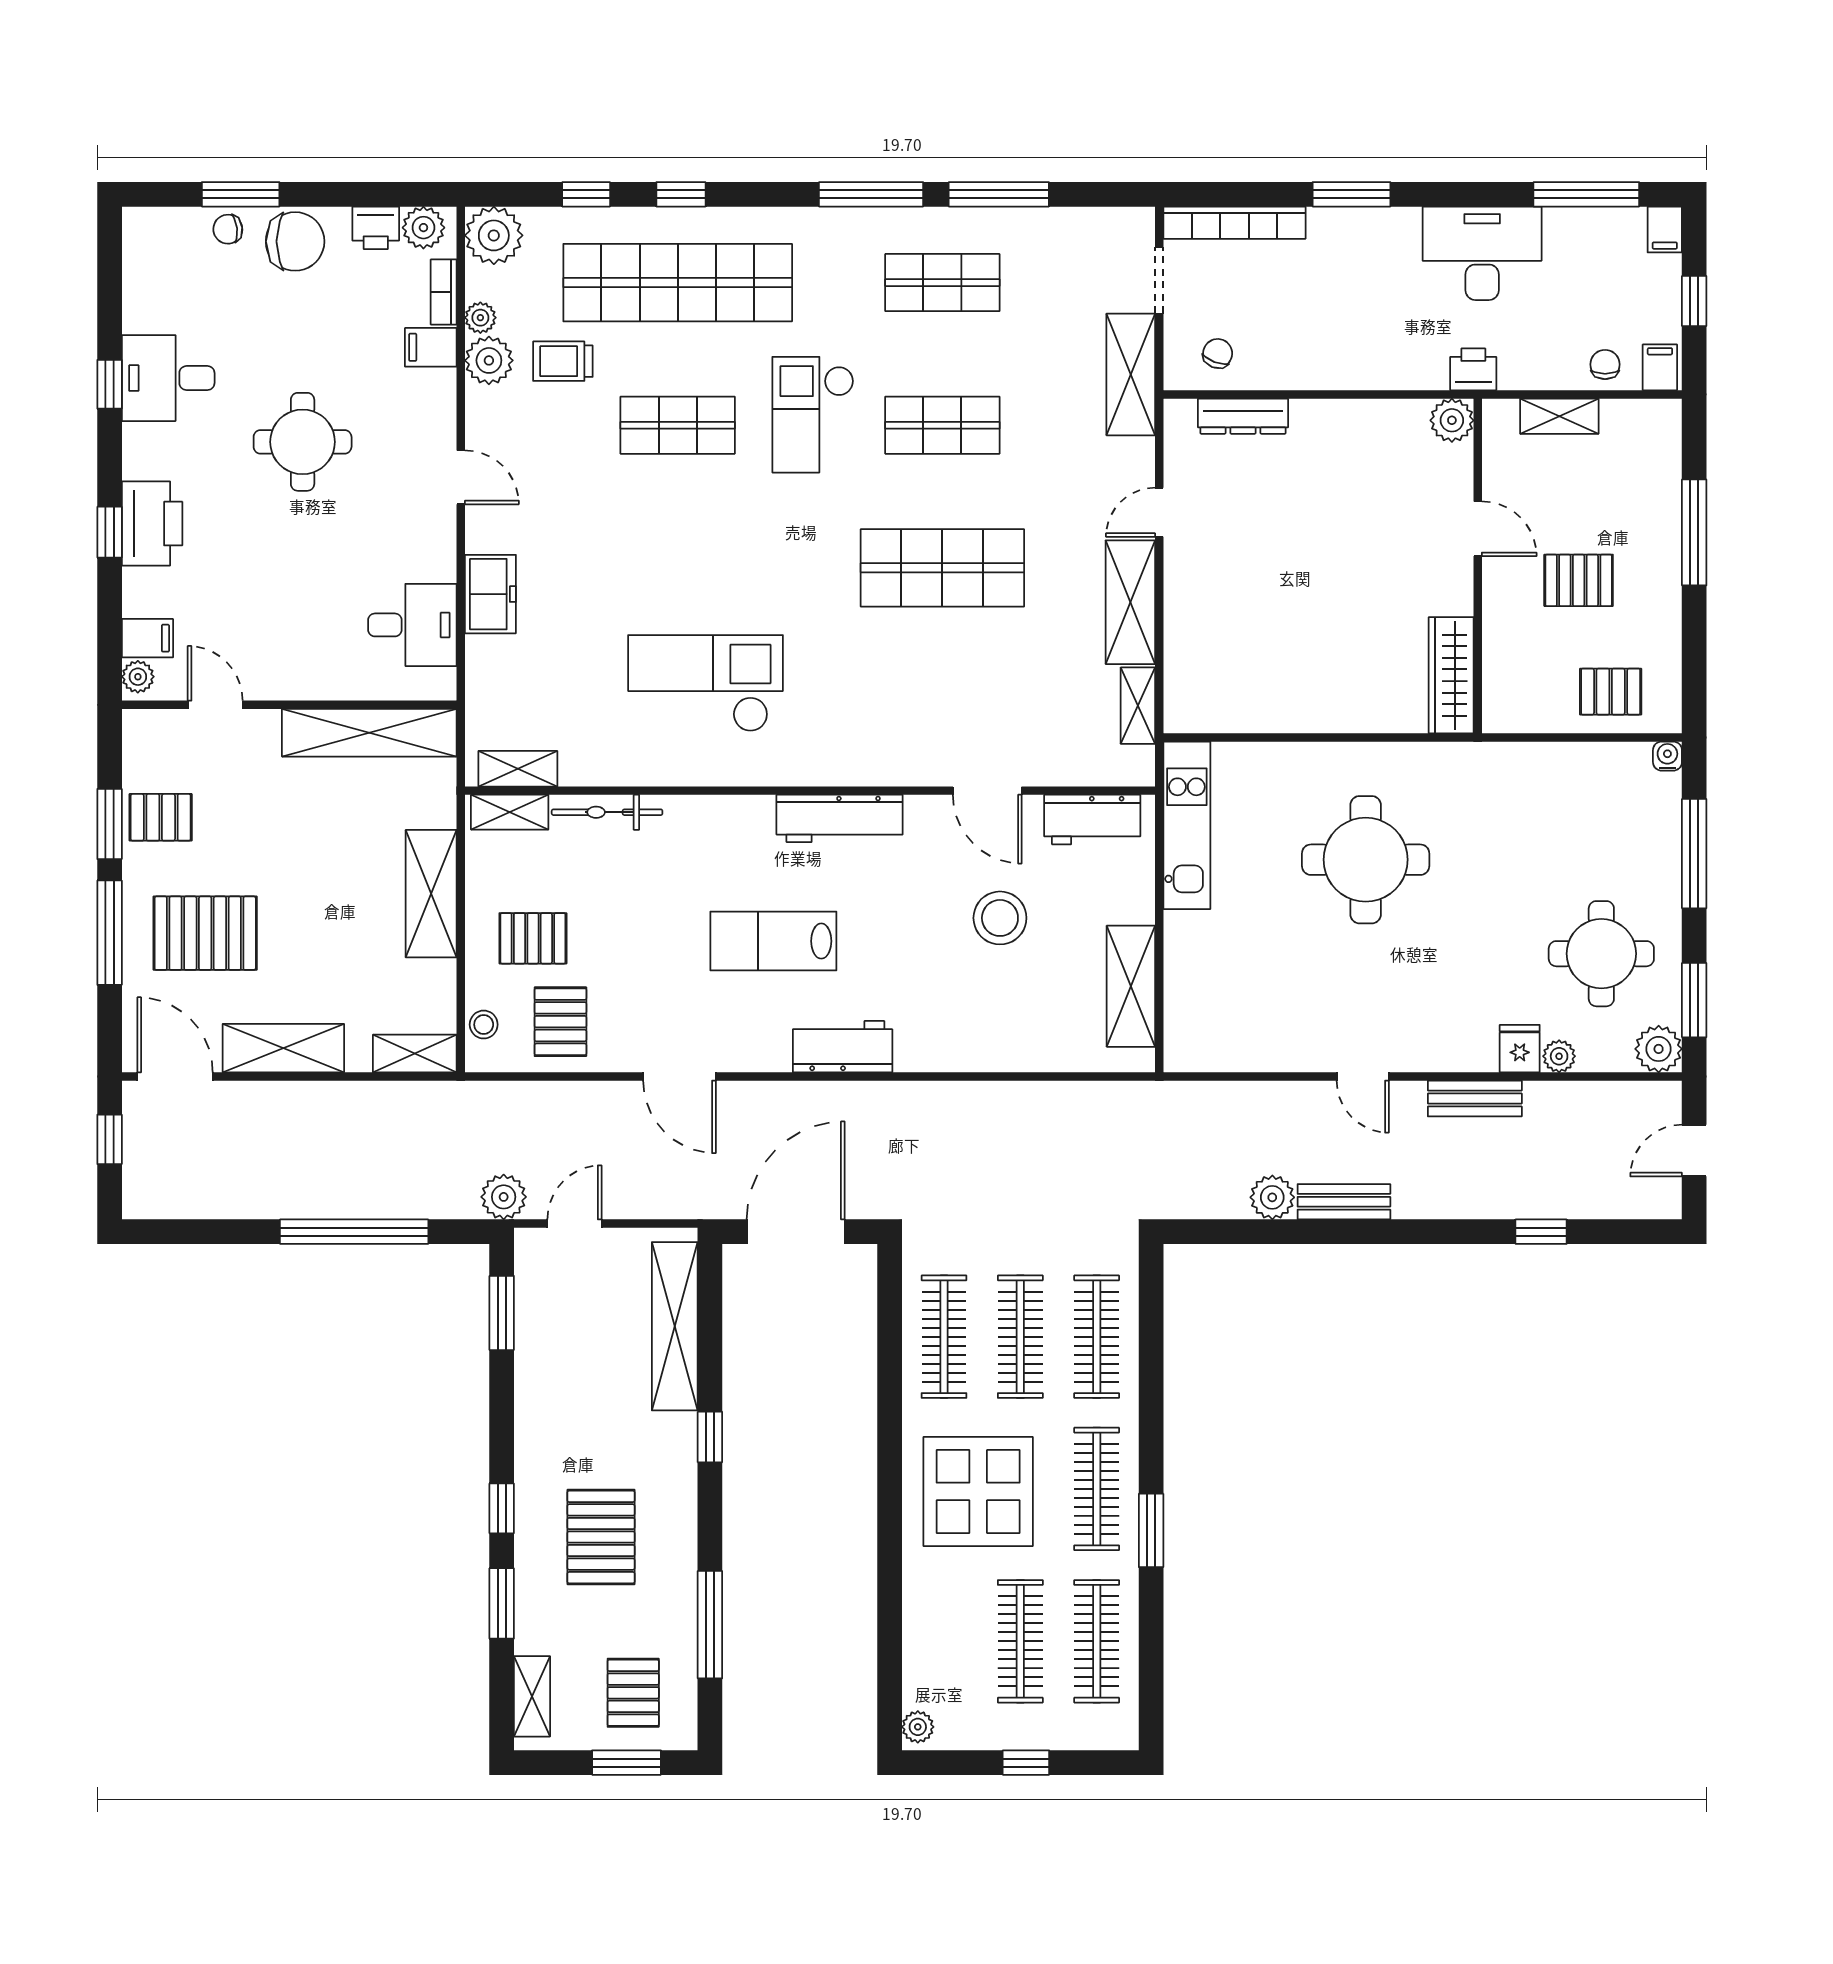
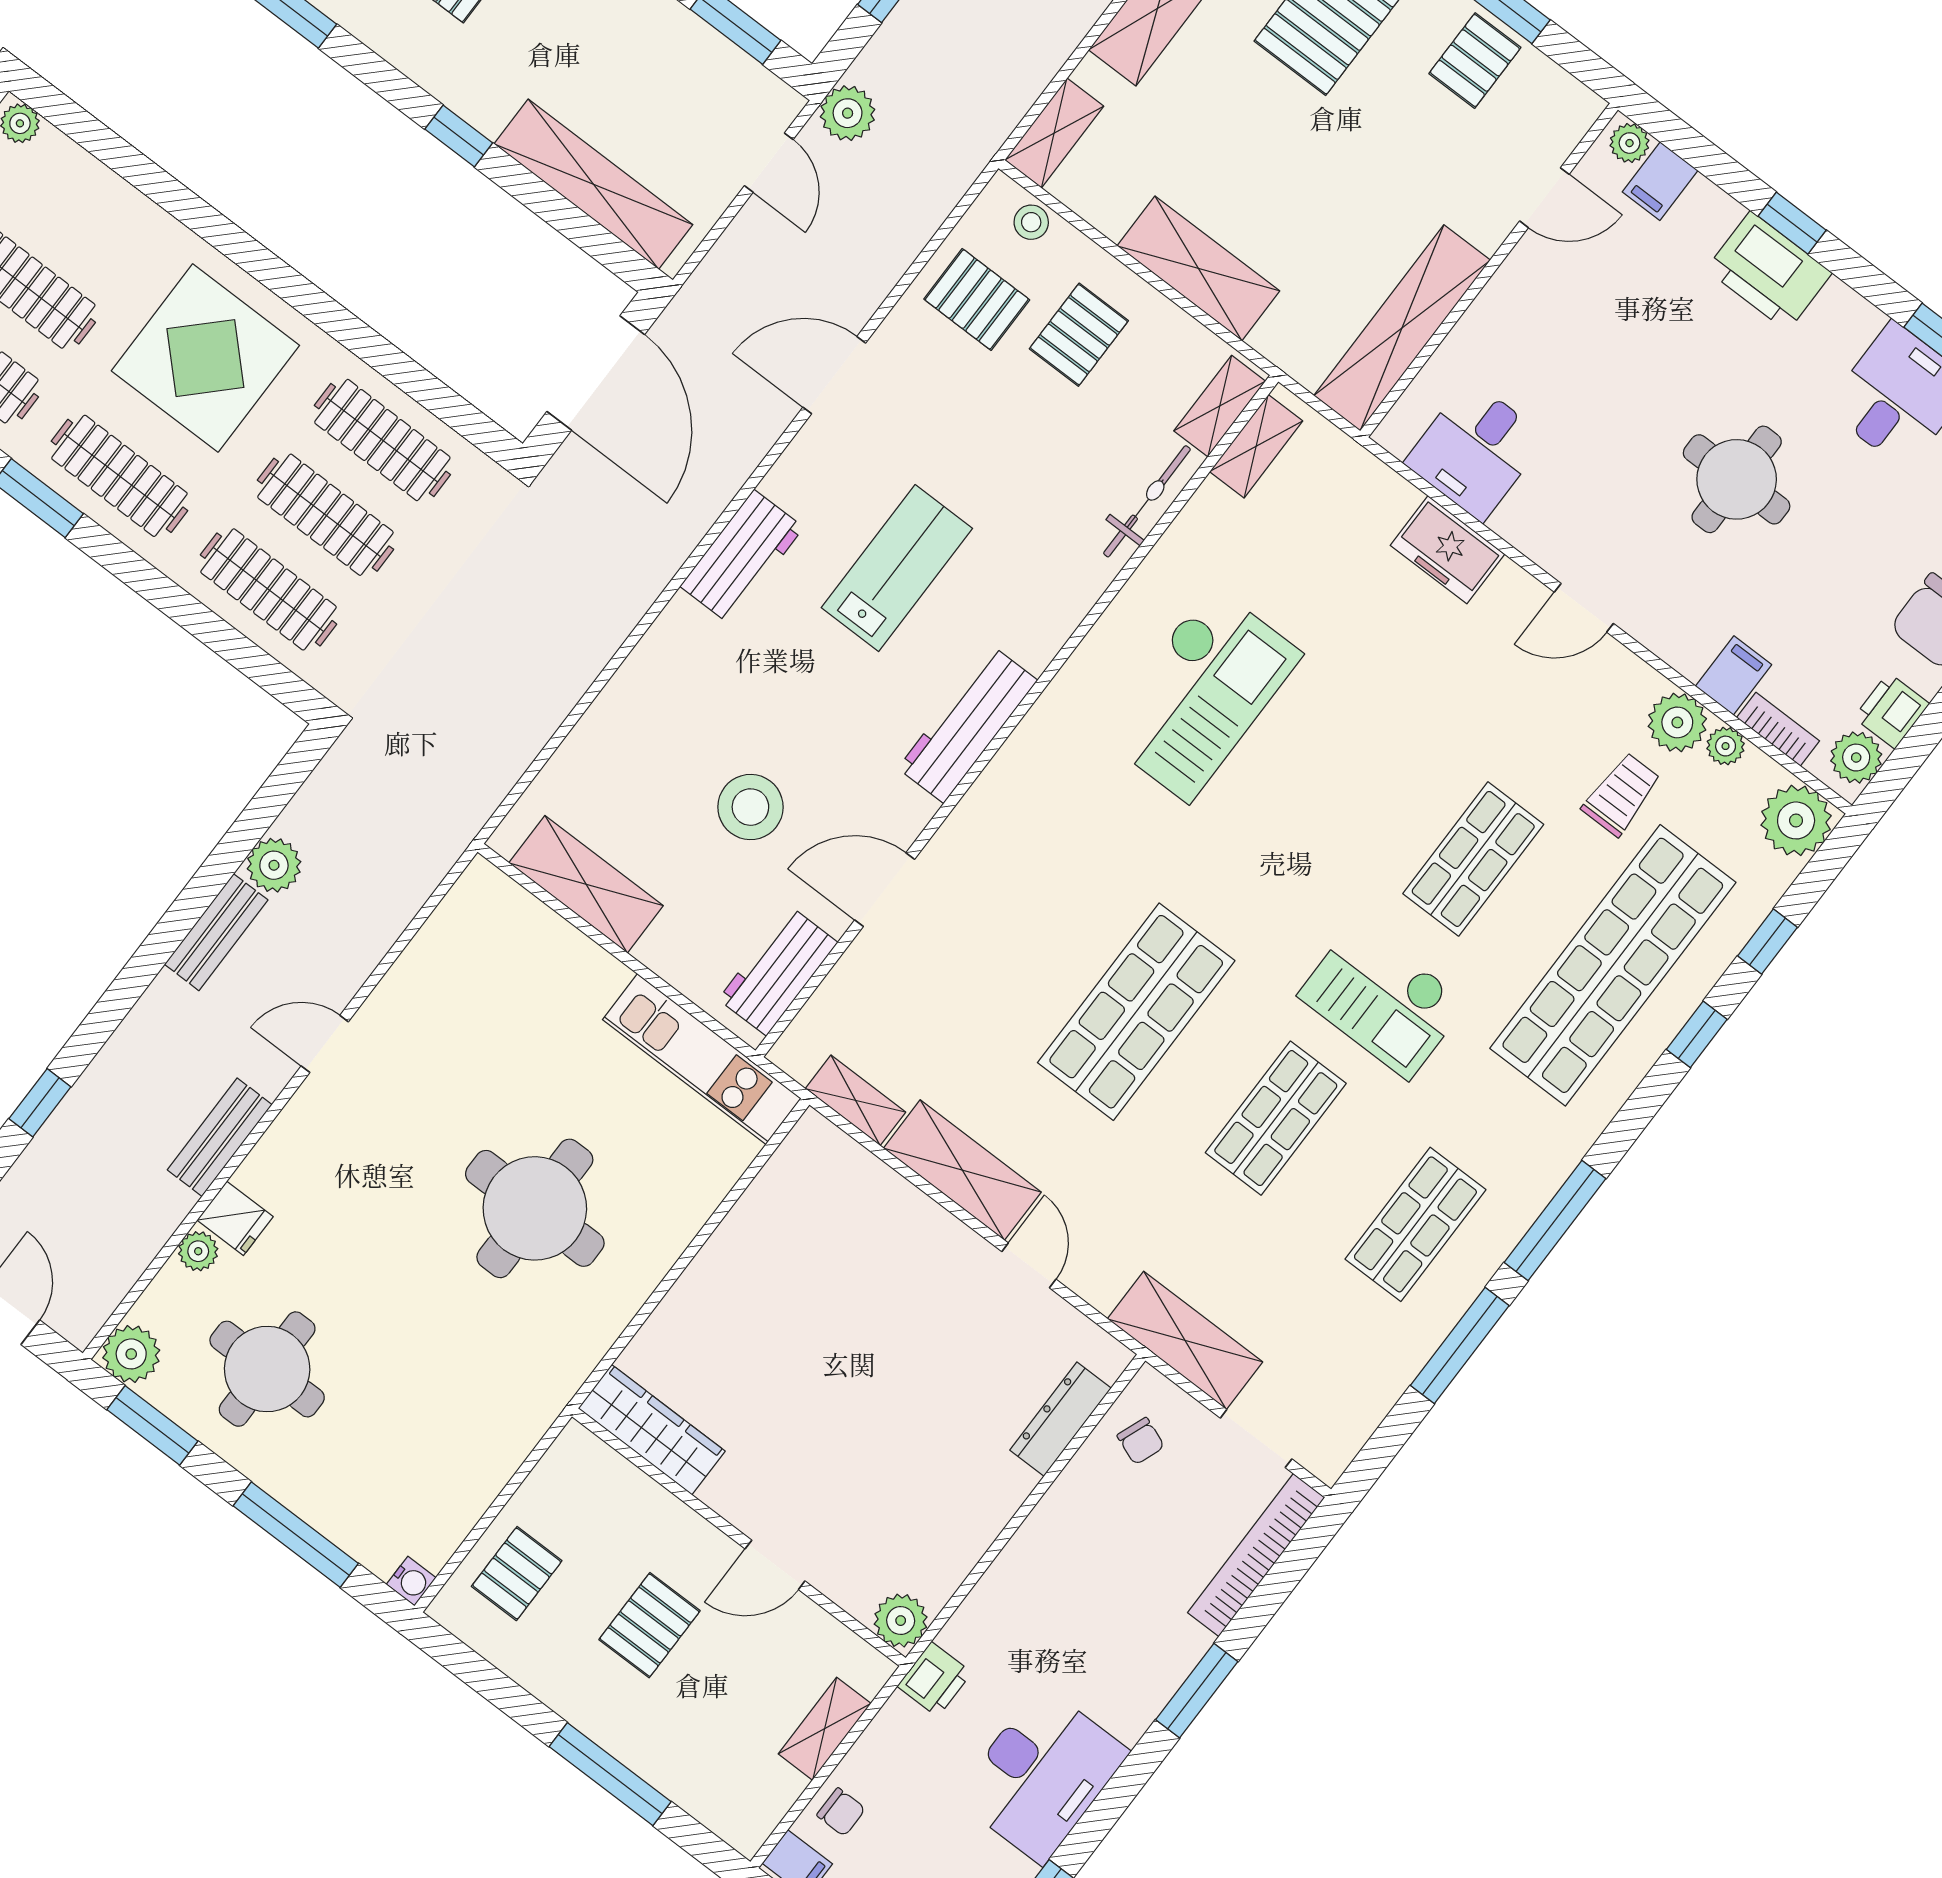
checkout: (813, 415) -> (1383, 999), turned 180

